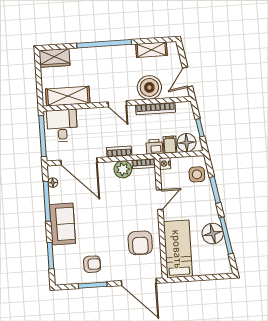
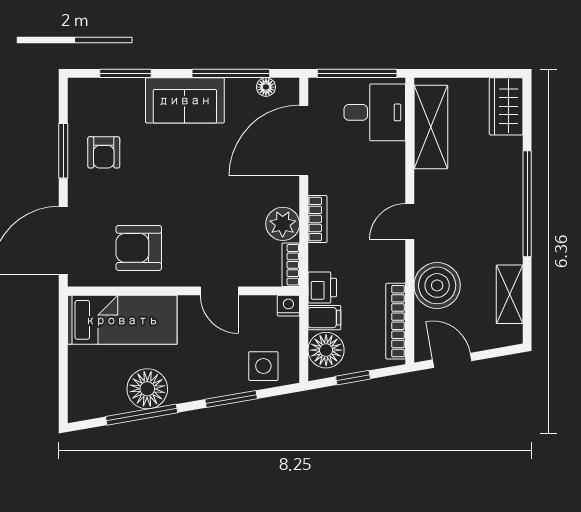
bookcase: (156, 108) -> (396, 321), moved

